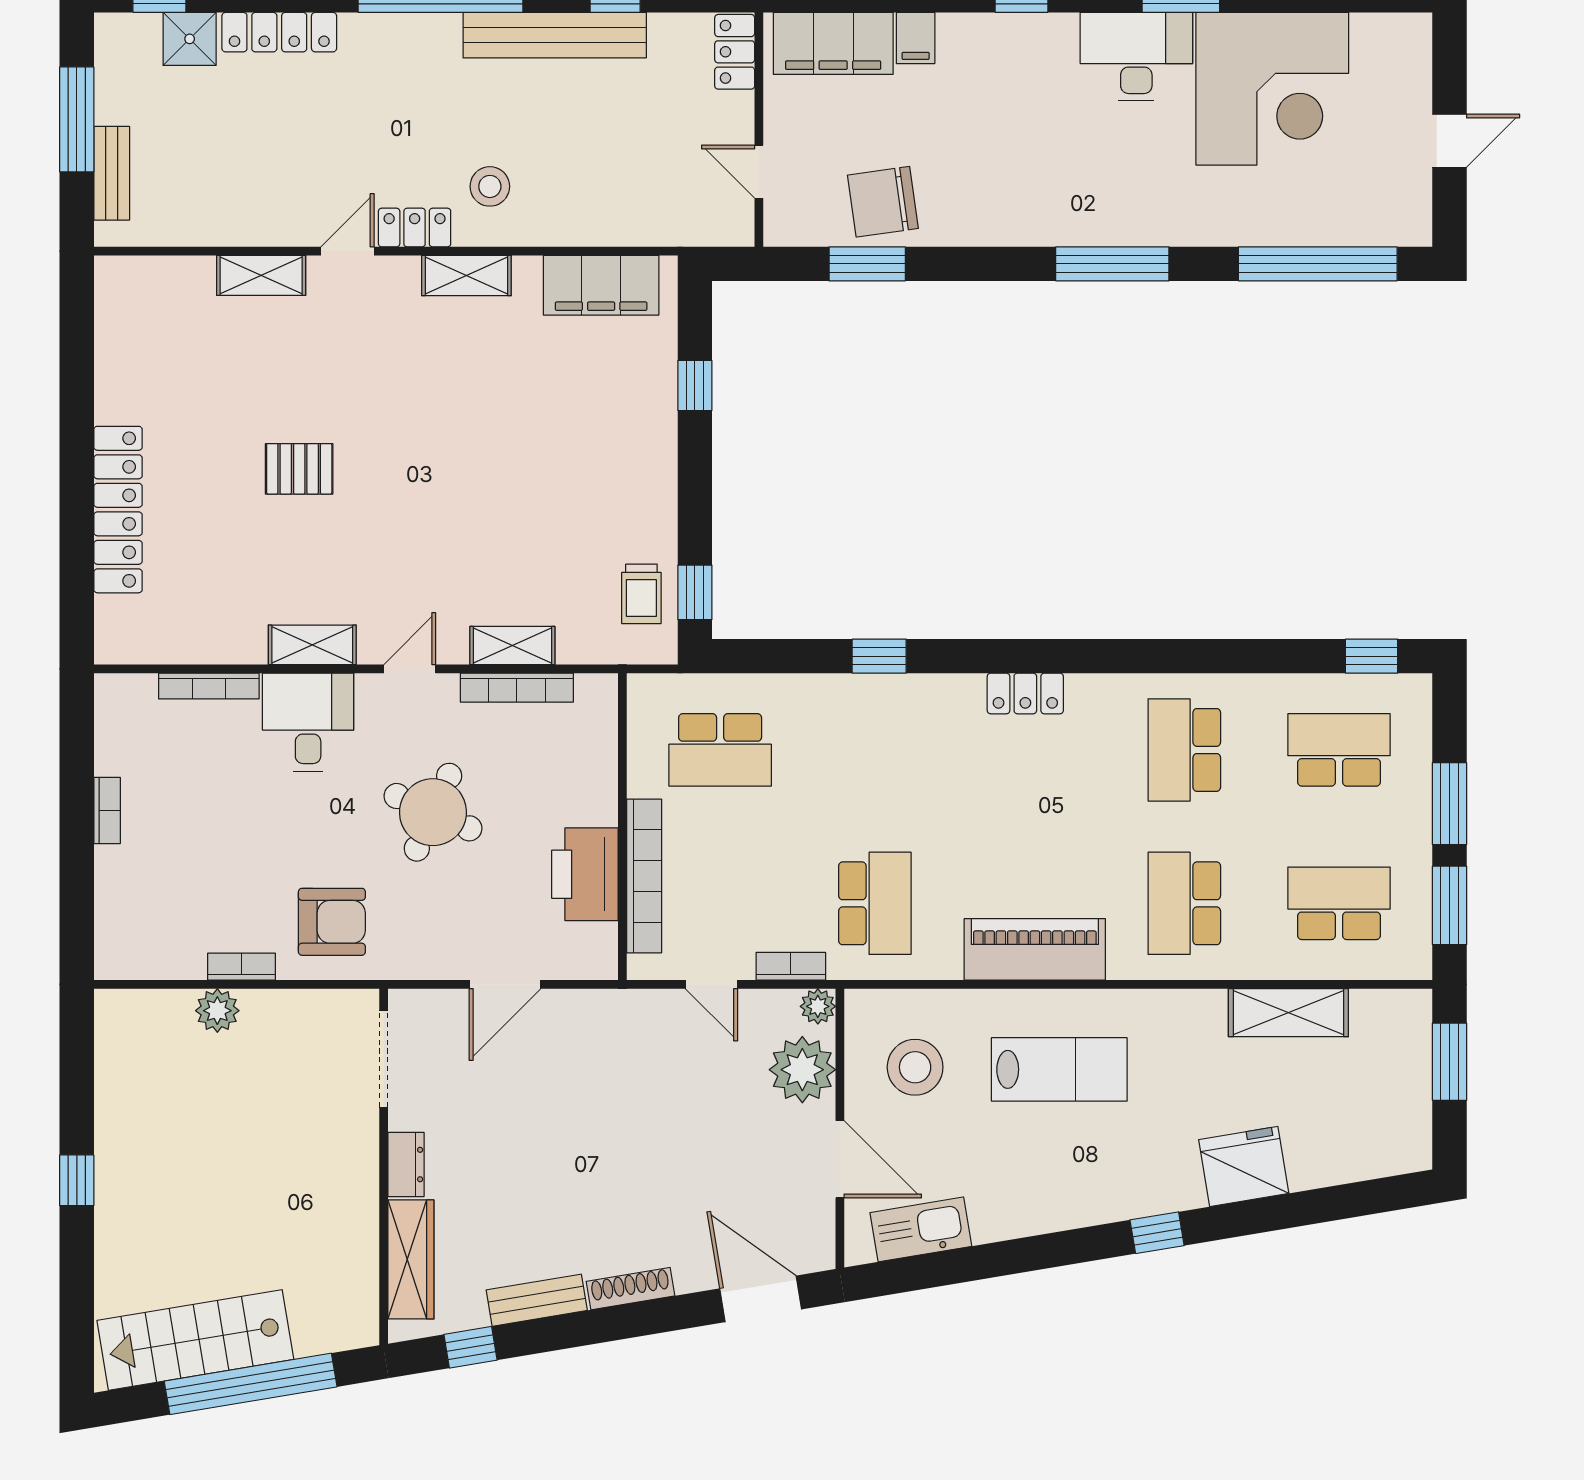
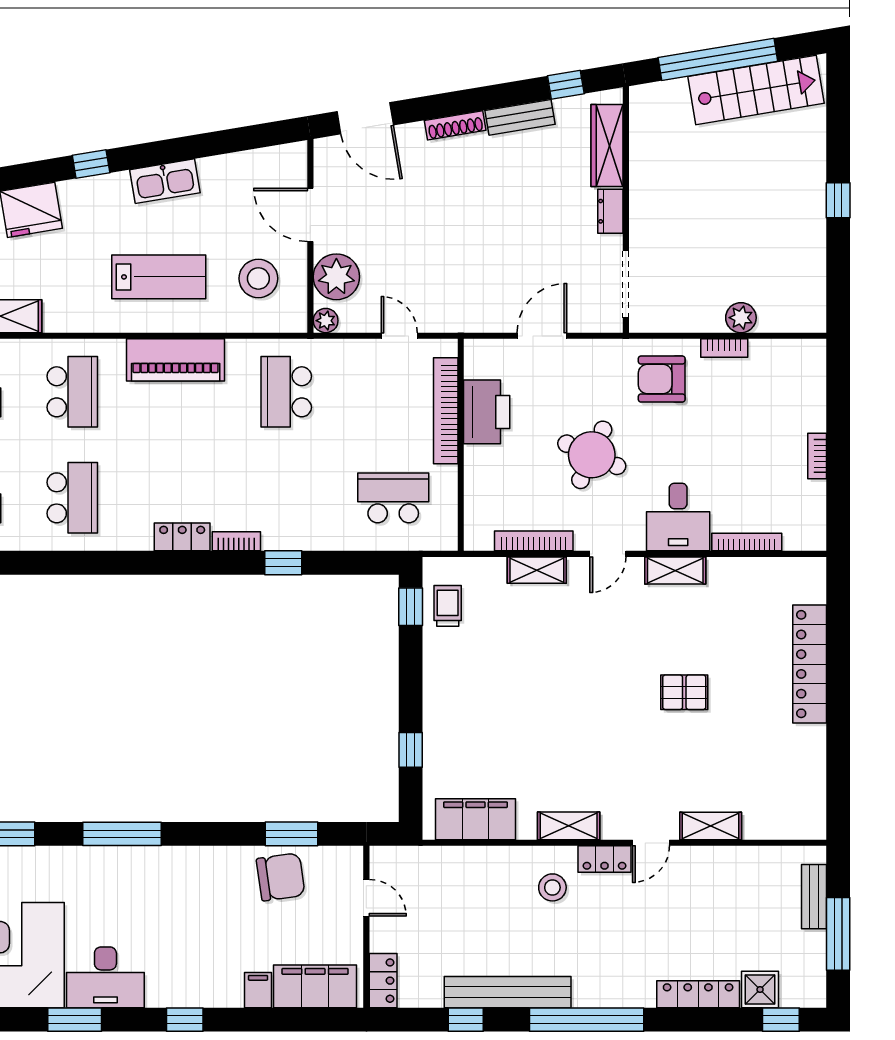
bookcase: (791, 966) -> (236, 541), moved, turned 180
lab bench: (1059, 1069) -> (159, 277), turned 180
kitchen sink: (921, 1229) -> (165, 181), moved

